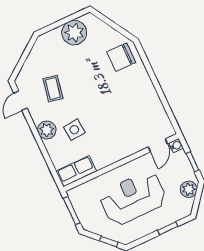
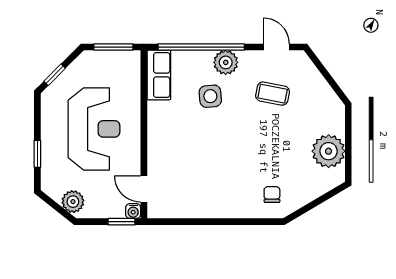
chair: (121, 57) -> (272, 194), width x0.54, depth x0.54
window: (44, 151) -> (201, 47), added
window: (192, 162) -> (122, 222), moved

